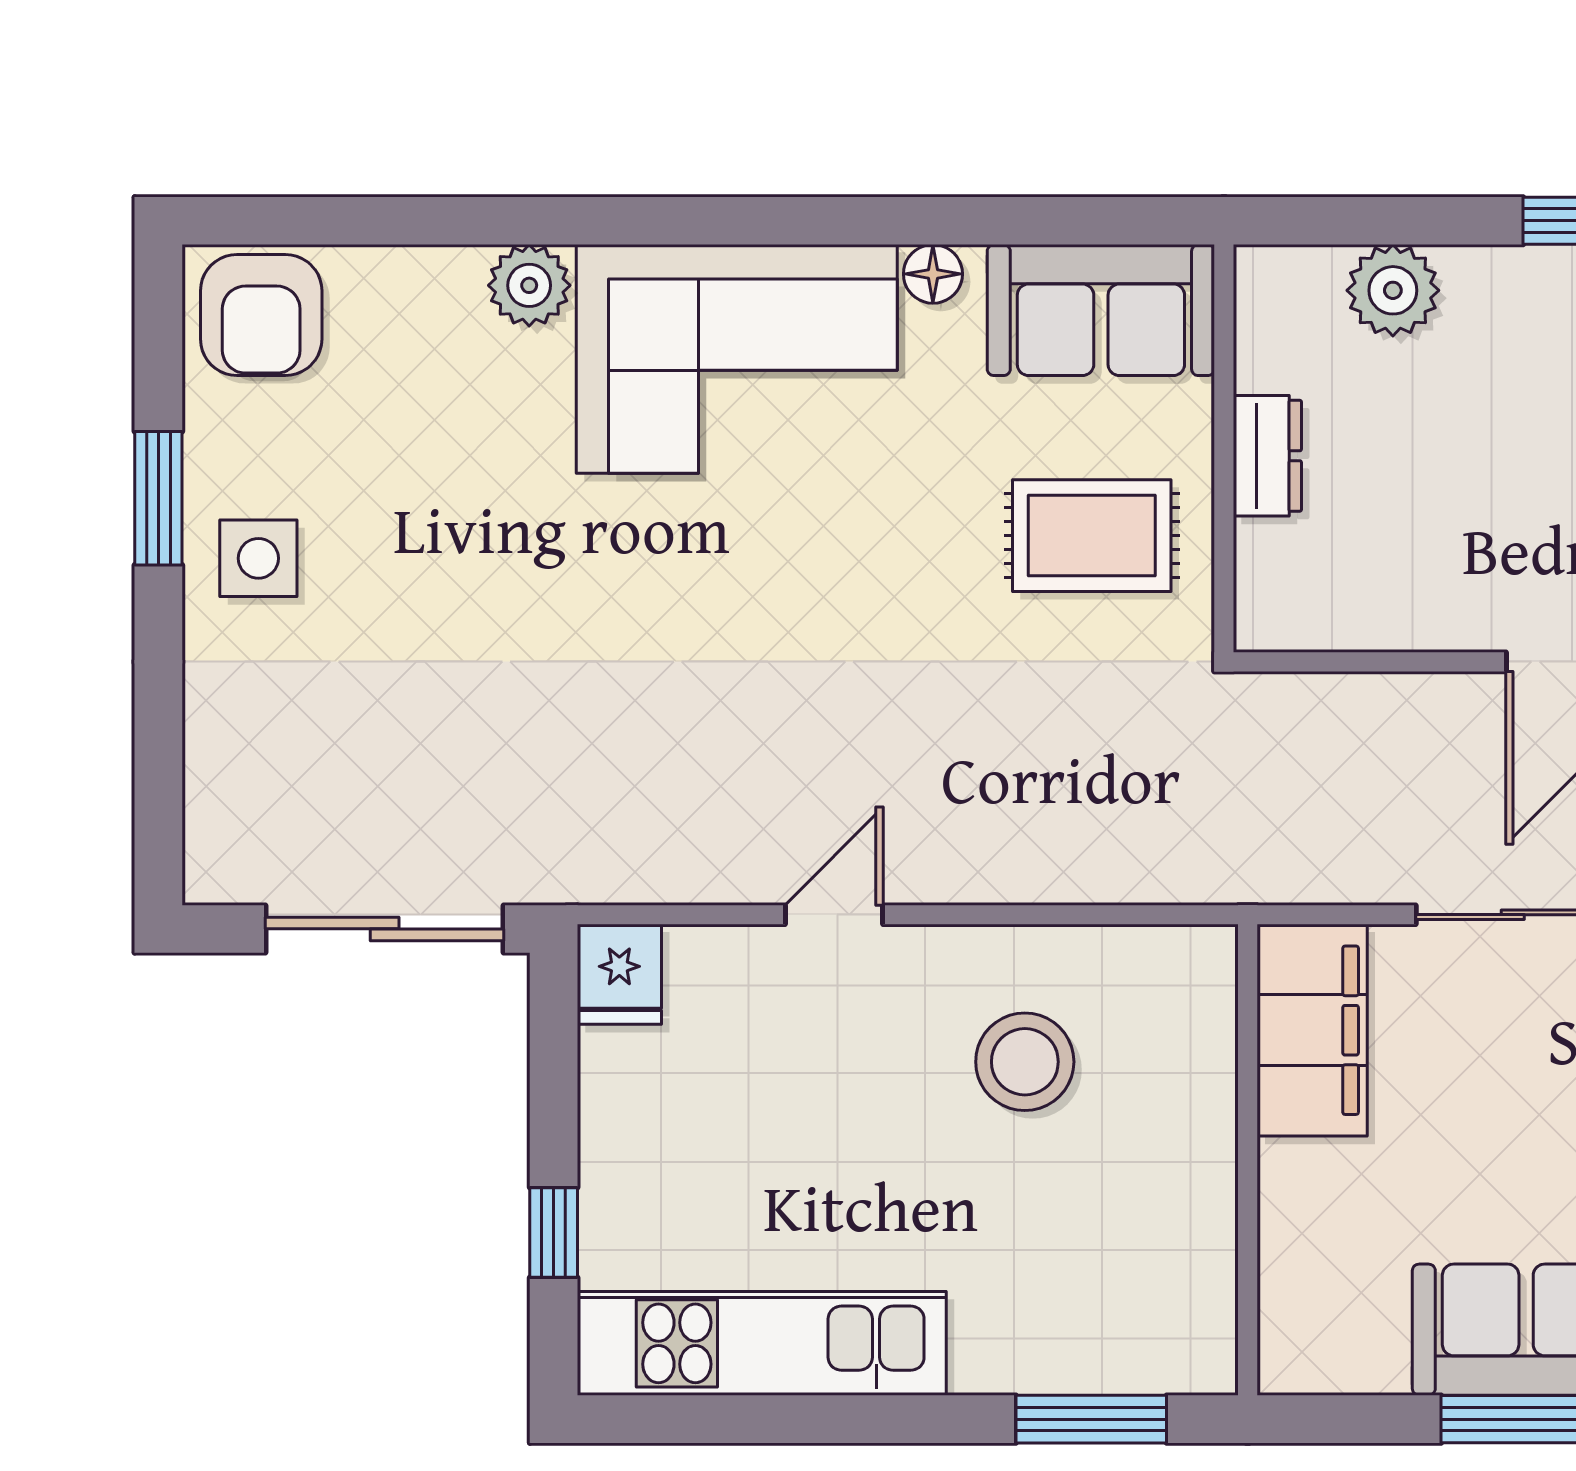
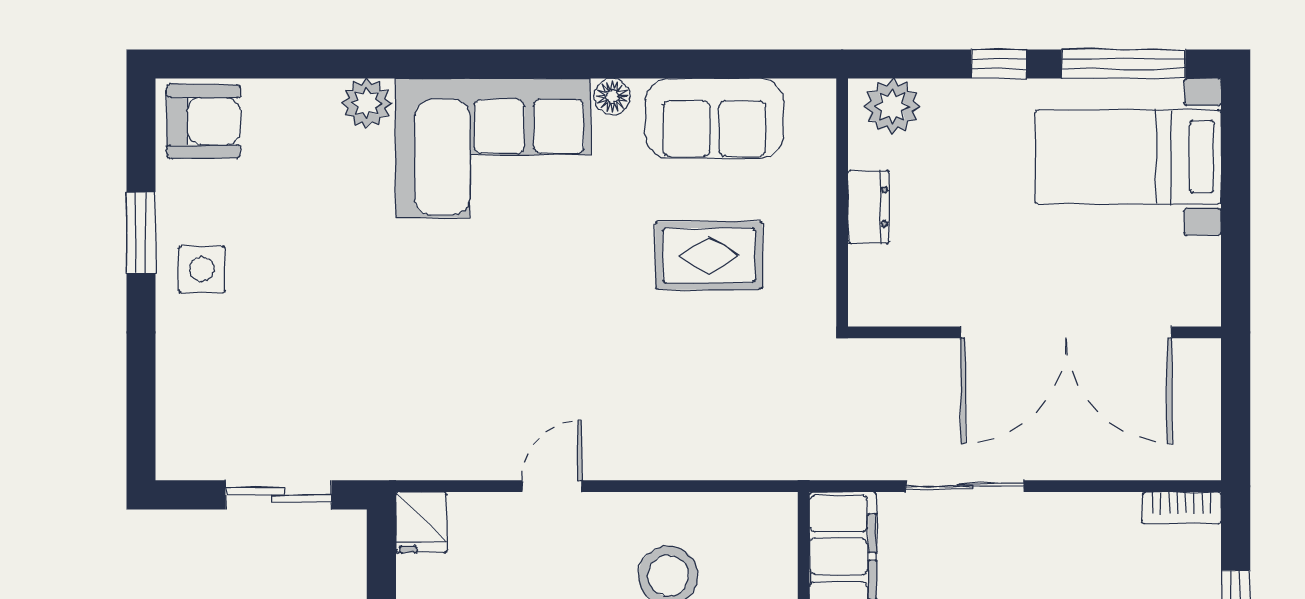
armchair: (261, 315) -> (203, 121), turned -90
wall: (1224, 448) -> (842, 202), moved
dresser: (1267, 456) -> (869, 207), moved
sliding door: (385, 929) -> (279, 495), width x0.73

